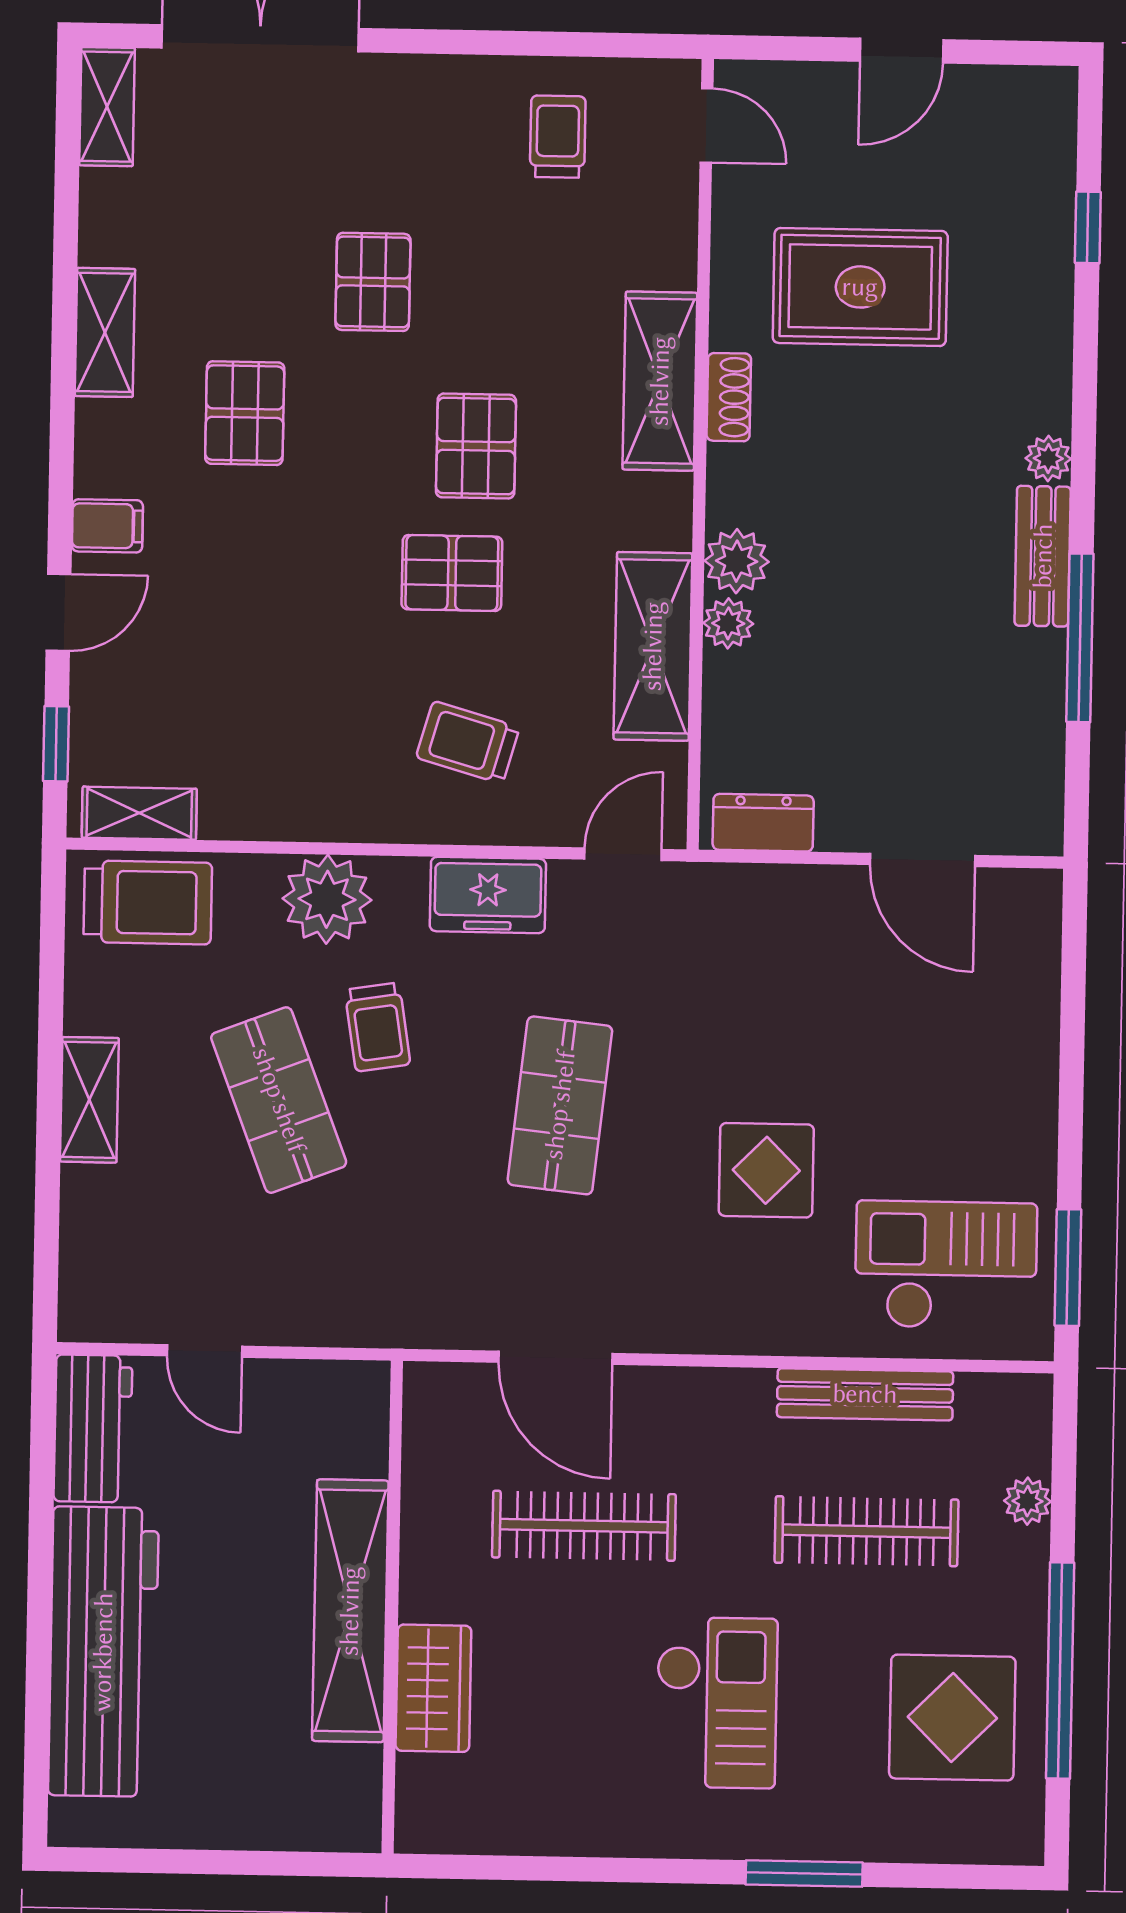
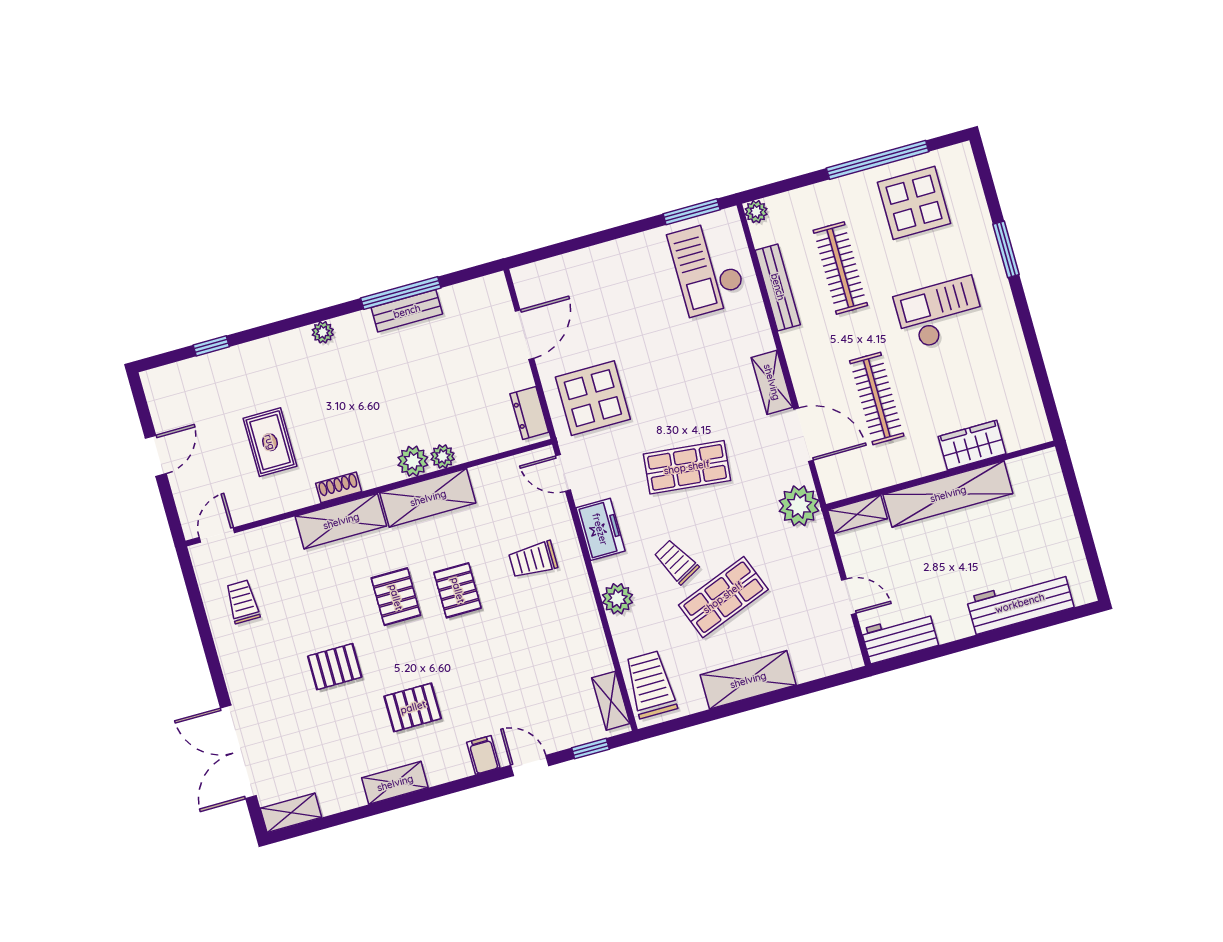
door: (902, 51) -> (156, 456), hinge flipped
trolley: (558, 137) -> (243, 602), turned 90
rug: (860, 287) -> (270, 442), width x0.73, depth x0.70
pallet: (476, 446) -> (396, 597), turned 90
bench: (1043, 556) -> (407, 311), moved
shelving: (653, 646) -> (428, 498), moved
trolley: (468, 742) -> (533, 560), turned 74
plant: (327, 899) -> (617, 599), width x0.73, depth x0.73
trolley: (378, 1027) -> (676, 562), turned -110
shelving: (89, 1100) -> (748, 680), width x1.50, depth x1.33
display table: (766, 1170) -> (593, 398), moved, width x1.36, depth x1.36
plant: (416, 1306) -> (799, 506), added
shelving: (679, 1326) -> (772, 382), added
door: (204, 1351) -> (849, 597), hinge flipped
door: (555, 1358) -> (804, 435), hinge flipped
shelving: (364, 1418) -> (857, 514), added
plant: (1028, 1501) -> (756, 212), moved
workbench: (103, 1652) -> (1020, 603), width x0.73, depth x0.76

